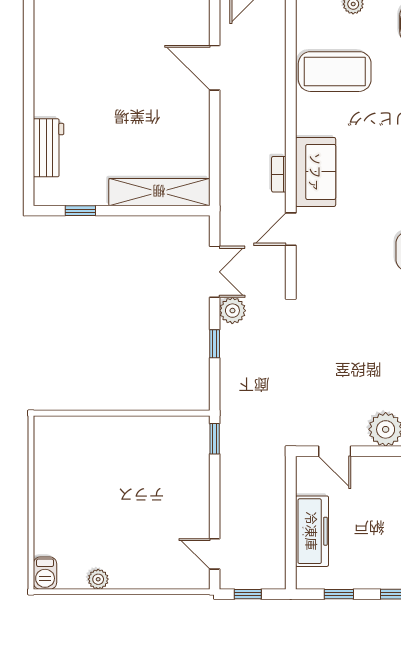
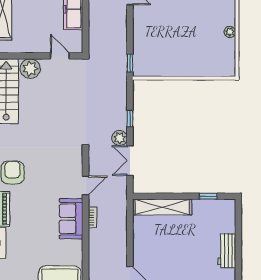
workbench: (49, 148) -> (227, 251), moved
plant: (43, 492) -> (230, 32), added

